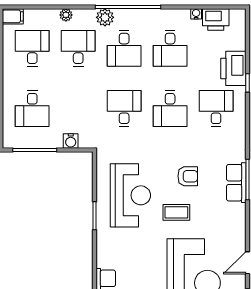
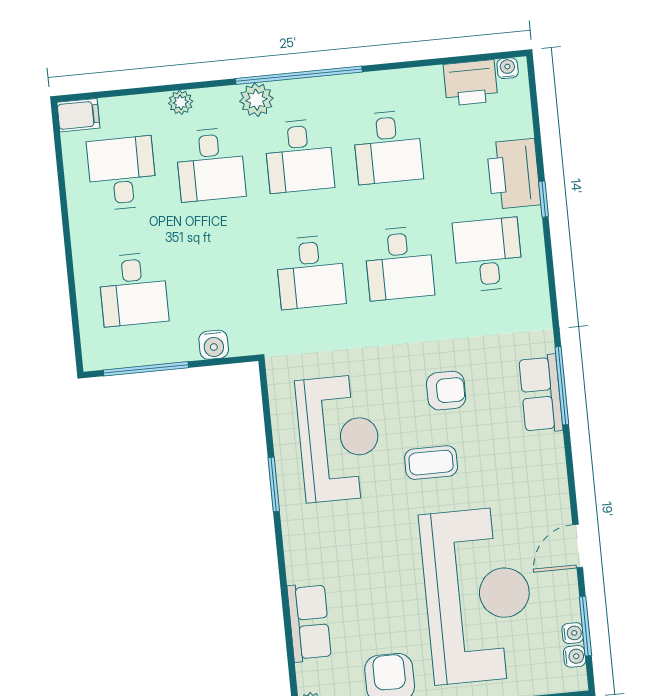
water cooler: (196, 14) -> (508, 68), moved
desk: (78, 48) -> (211, 165), turned 180
desk: (124, 109) -> (311, 272), turned 180

